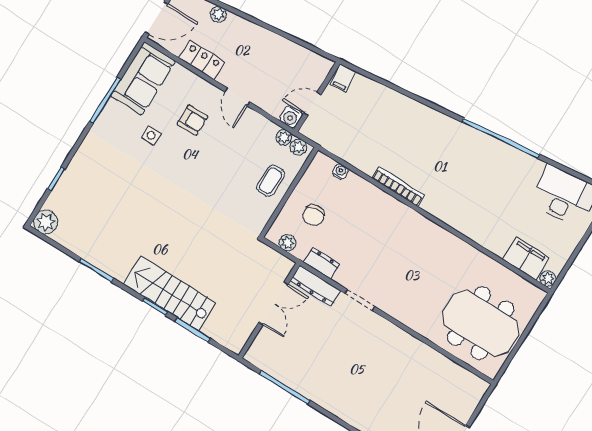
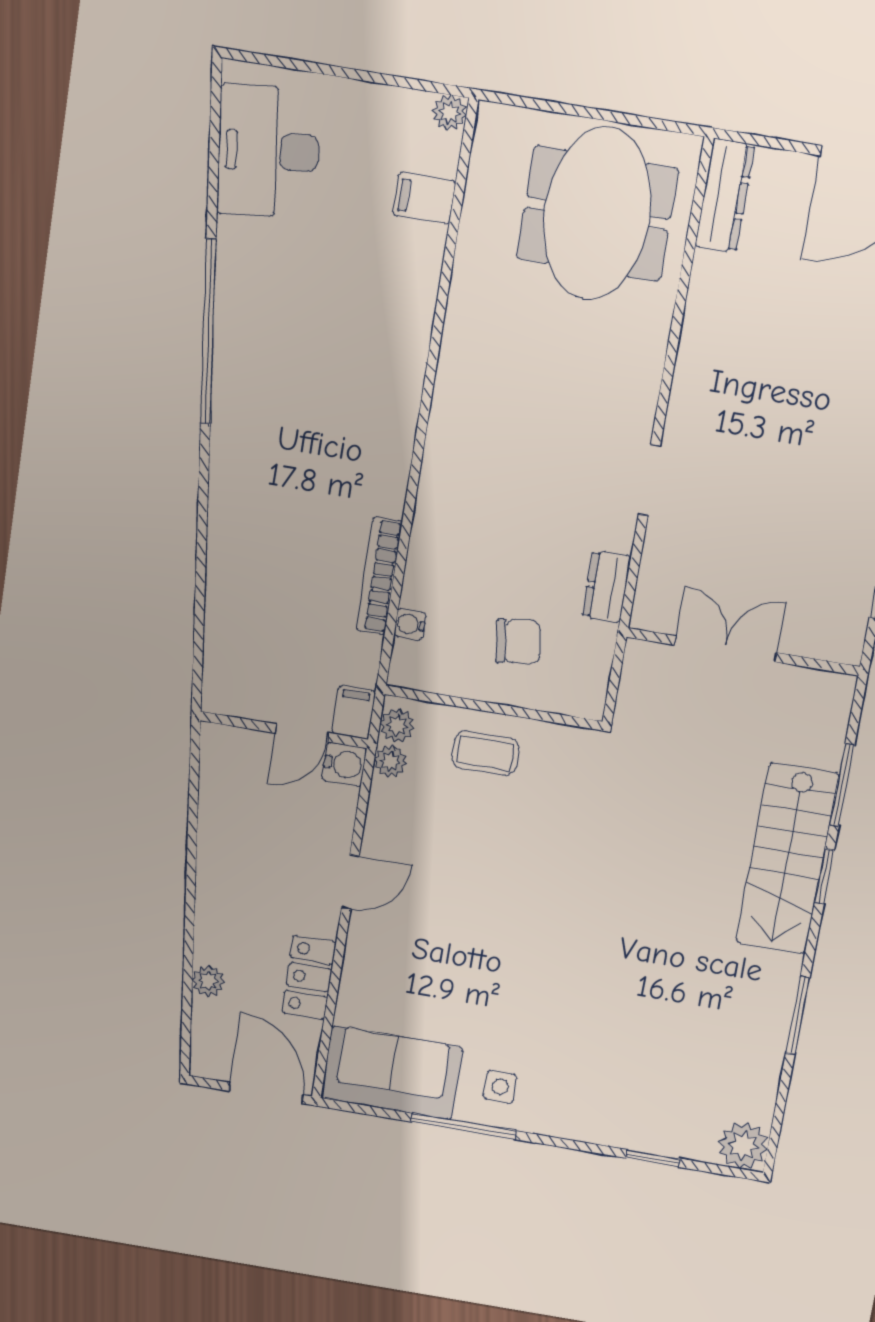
filing cabinet: (343, 78) -> (354, 712), moved, turned -84
door: (312, 104) -> (302, 733), hinge flipped
armchair: (193, 120) -> (431, 949), removed
side table: (151, 135) -> (500, 1087), moved
bookcase: (398, 186) -> (379, 576), moved
plant: (288, 243) -> (594, 670), removed
filing cabinet: (526, 259) -> (424, 198), width x0.50
dresser: (315, 286) -> (725, 196), moved

